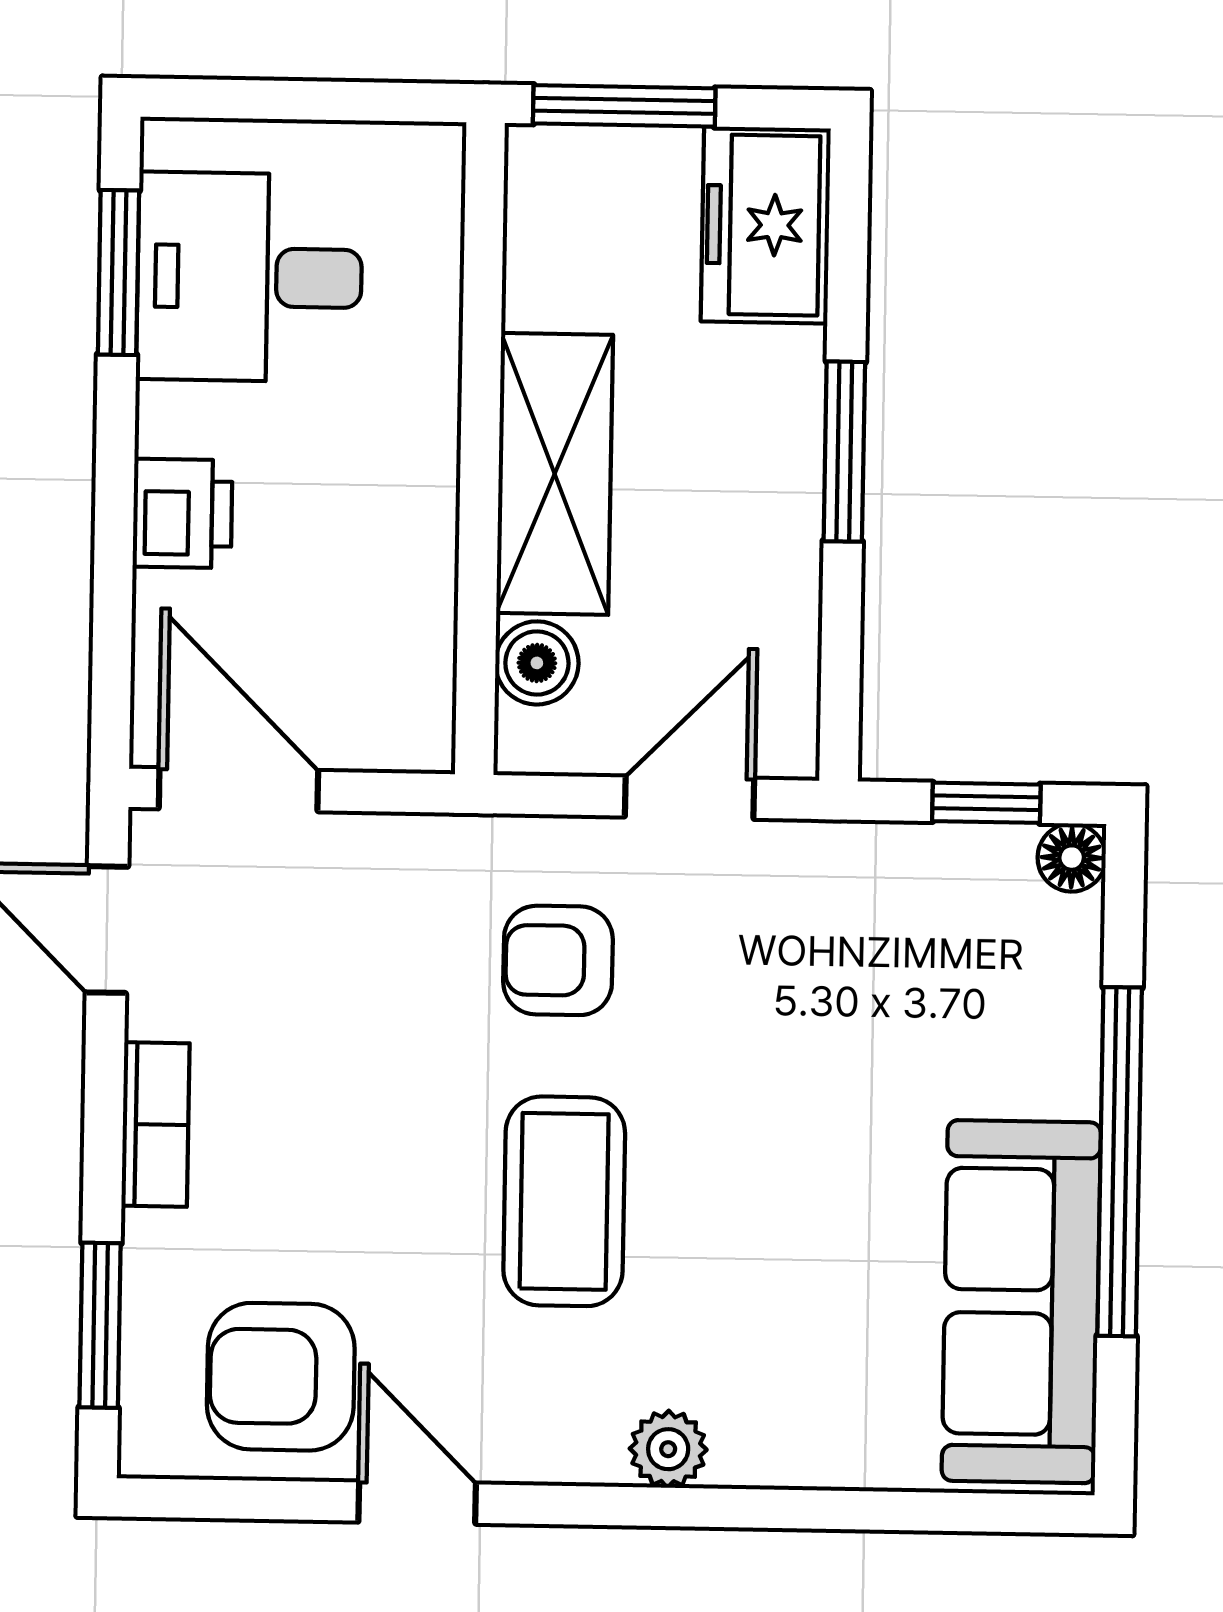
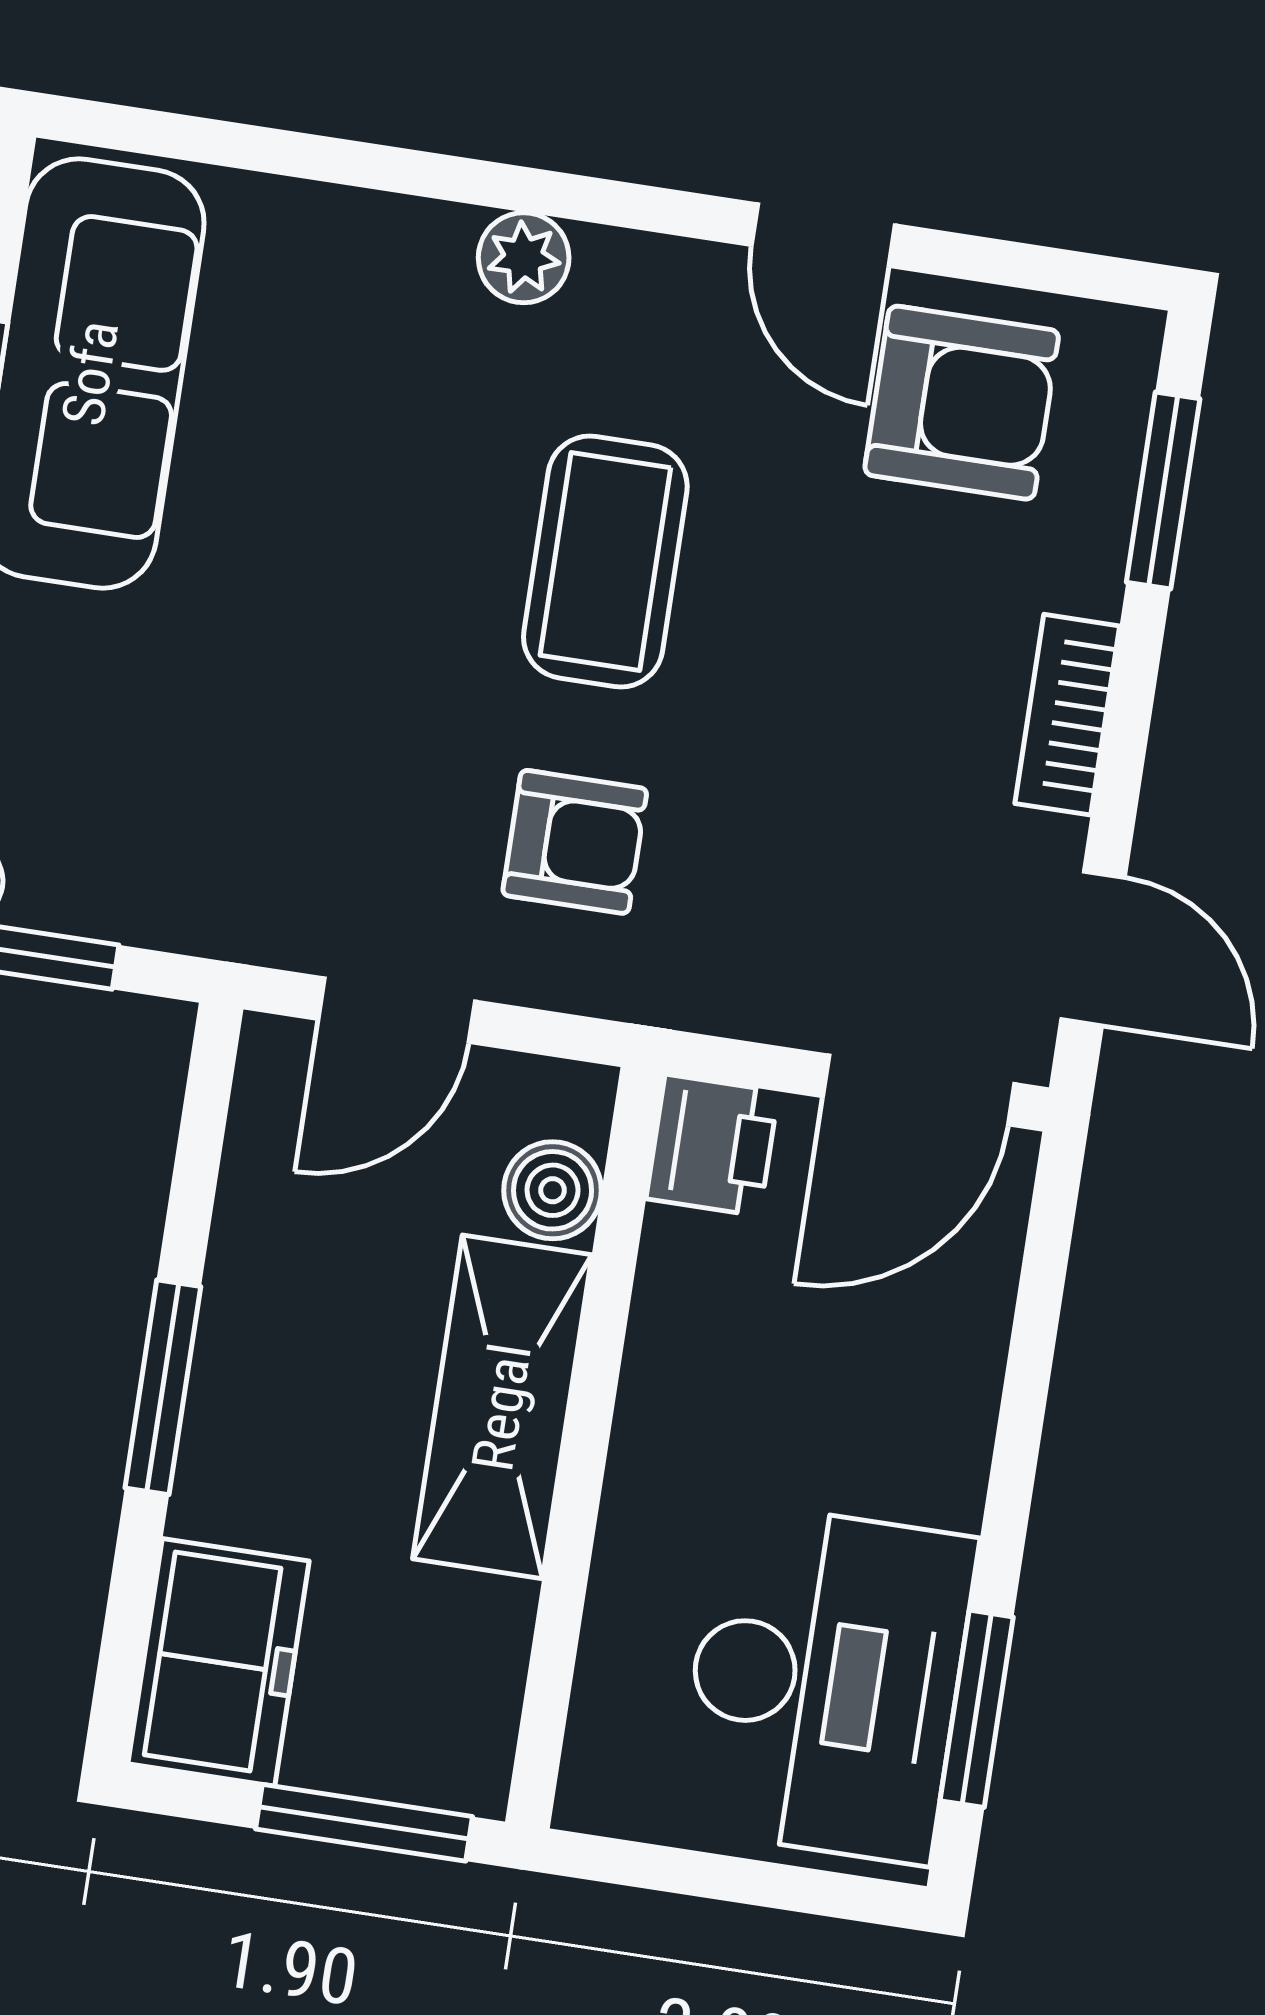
desk: (250, 277) -> (825, 1683), width x1.37
printer: (183, 513) -> (712, 1145), moved, turned 180
door: (238, 790) -> (919, 1090), hinge flipped

